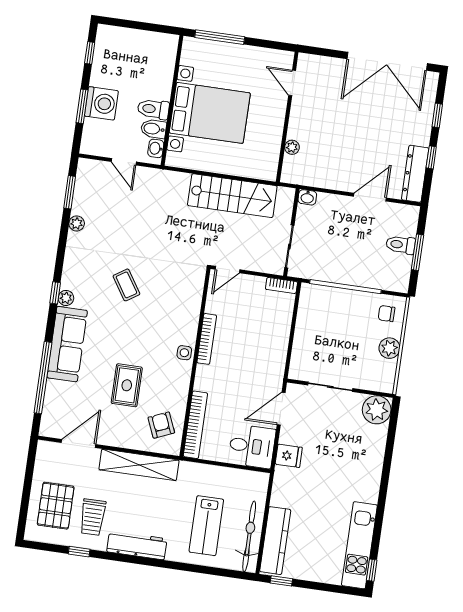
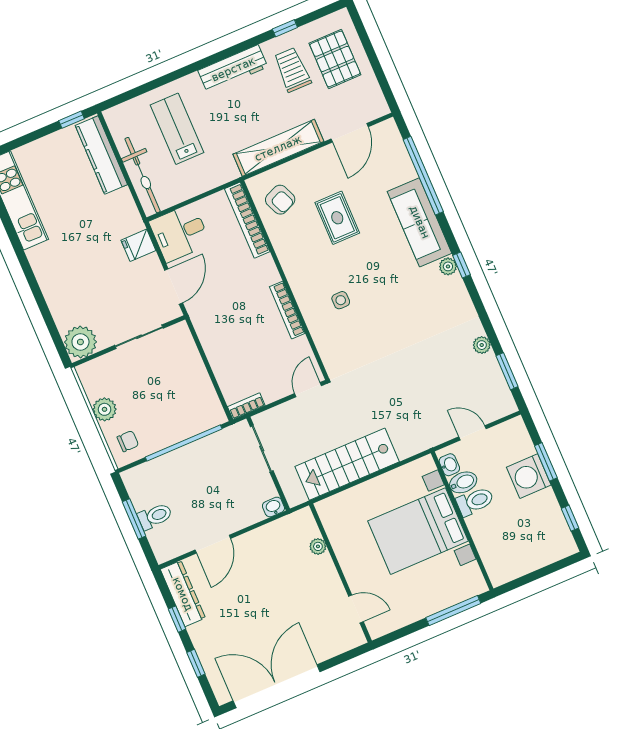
coffee table: (126, 285) -> (397, 315), removed
side table: (184, 353) -> (341, 300), moved
bicycle: (249, 536) -> (143, 175), moved

